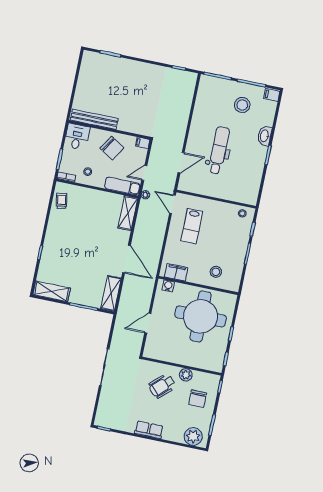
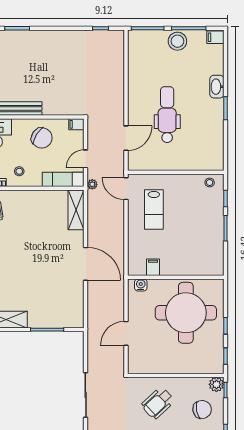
stool: (242, 105) -> (177, 41), moved
filing cabinet: (176, 272) -> (153, 267), width x0.50
stool: (216, 272) -> (193, 257), removed
shelving: (111, 293) -> (76, 308), removed
plant: (186, 375) -> (216, 384), moved
chair: (197, 399) -> (202, 409), turned -101

